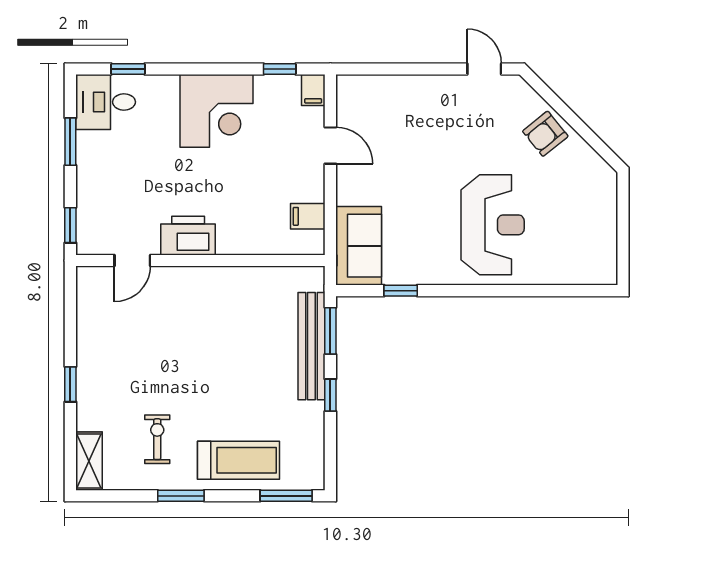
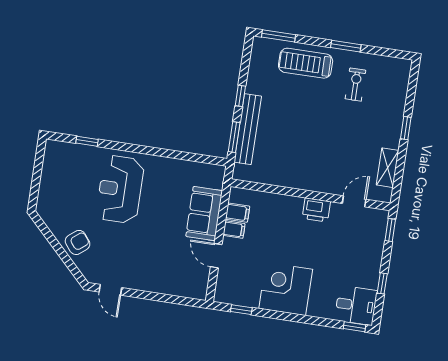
window: (128, 69) -> (355, 327), moved
filing cabinet: (313, 90) -> (234, 230), moved, turned 90
window: (70, 142) -> (382, 283), width x0.67
printer: (188, 236) -> (316, 210), width x0.73, depth x0.84
sofa: (359, 246) -> (204, 214), moved
window: (401, 291) -> (87, 141), moved
exercise bike: (157, 439) -> (355, 85), turned 180
shelving: (89, 461) -> (388, 168), moved

